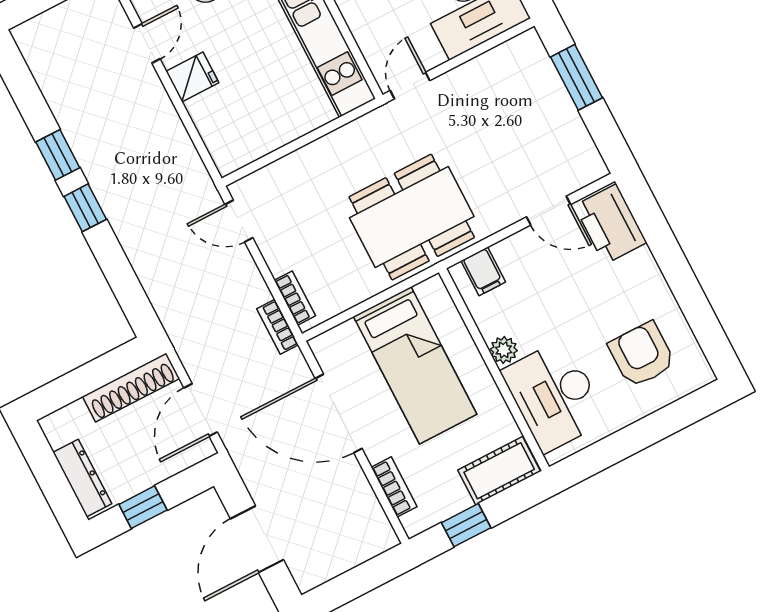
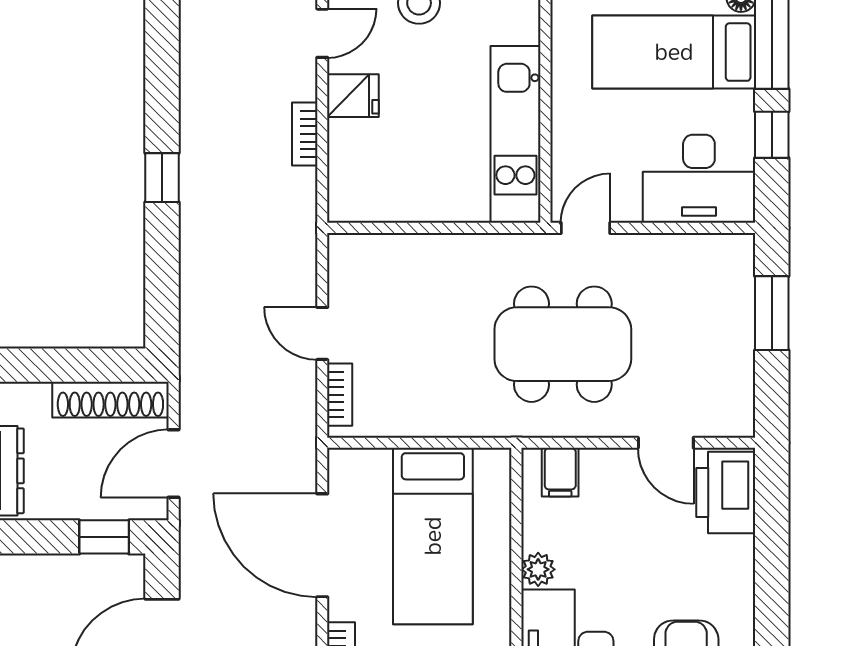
window: (58, 155) -> (162, 104), removed
dining table: (412, 217) -> (563, 344), moved
door: (239, 221) -> (322, 333), moved
bookcase: (278, 327) -> (305, 134), moved
window: (143, 507) -> (104, 537), moved

